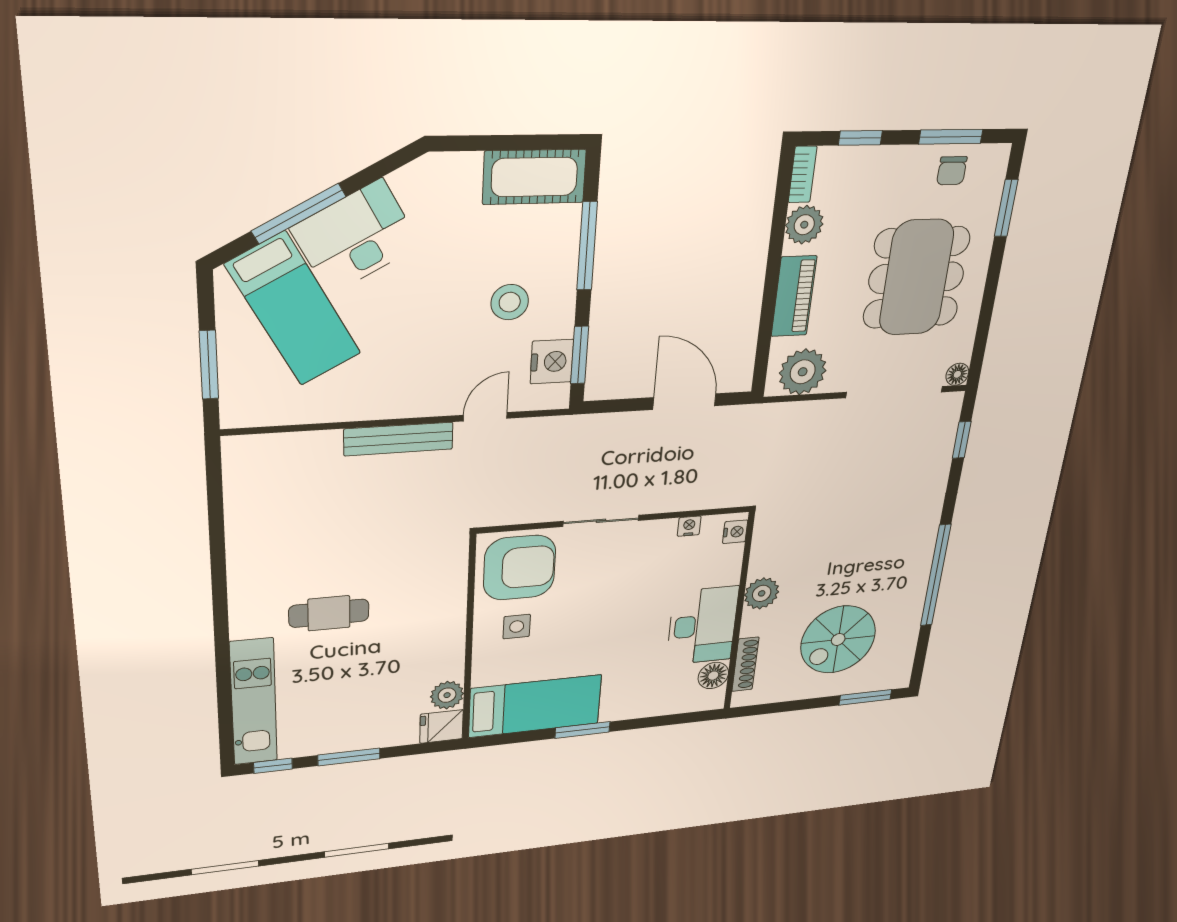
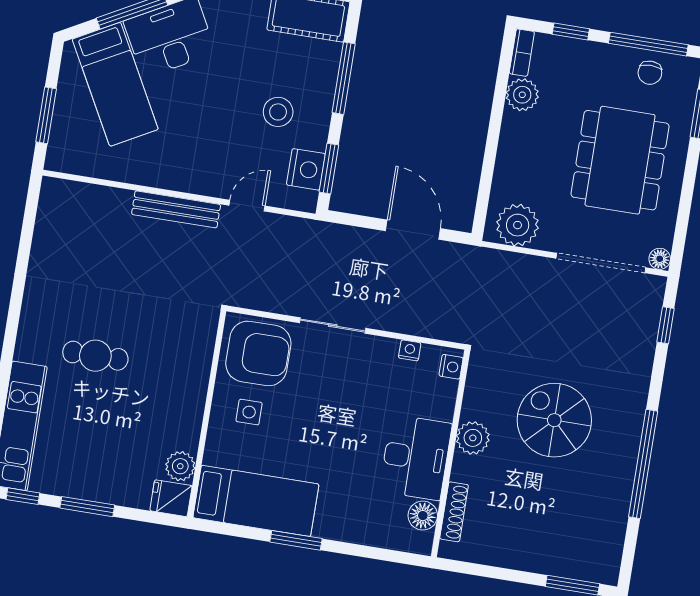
window: (951, 137) -> (648, 44), width x1.44
piano: (794, 296) -> (512, 155), removed
spiral stairs: (838, 640) -> (554, 420), moved, turned 90

